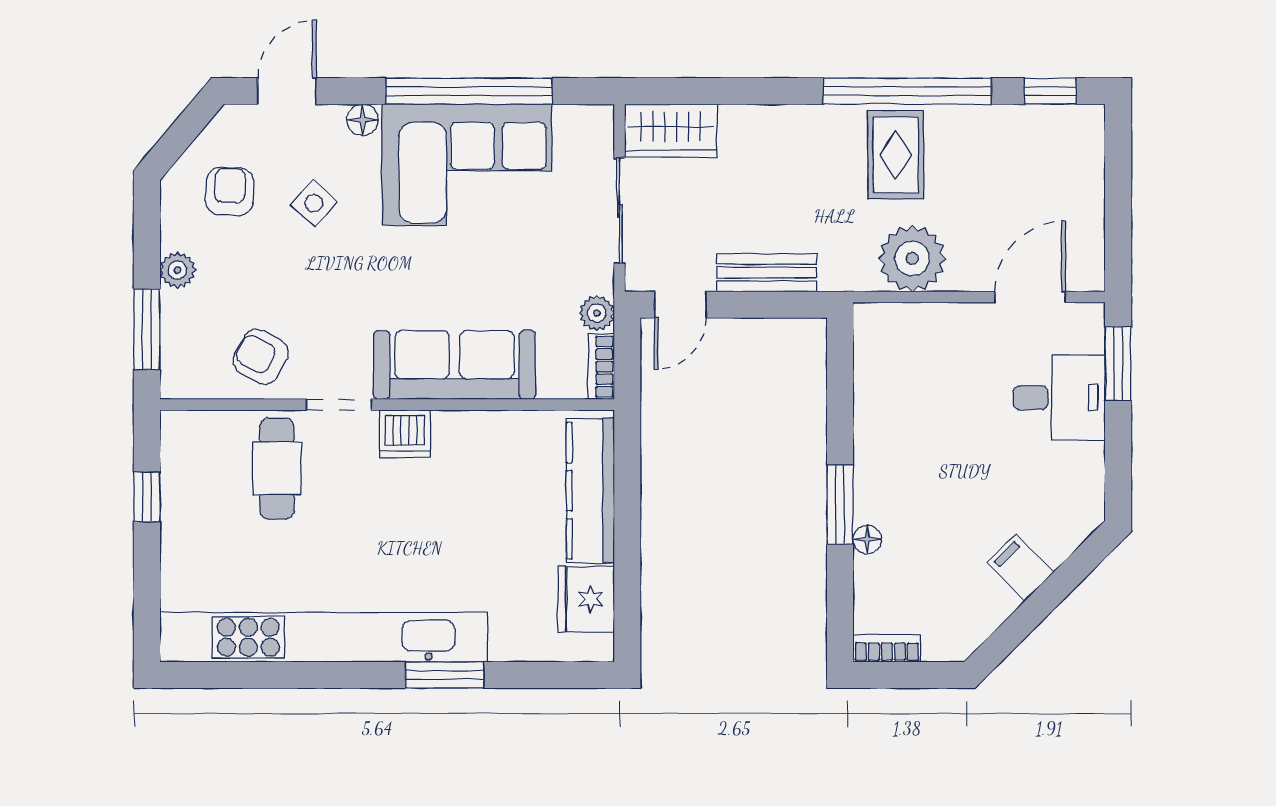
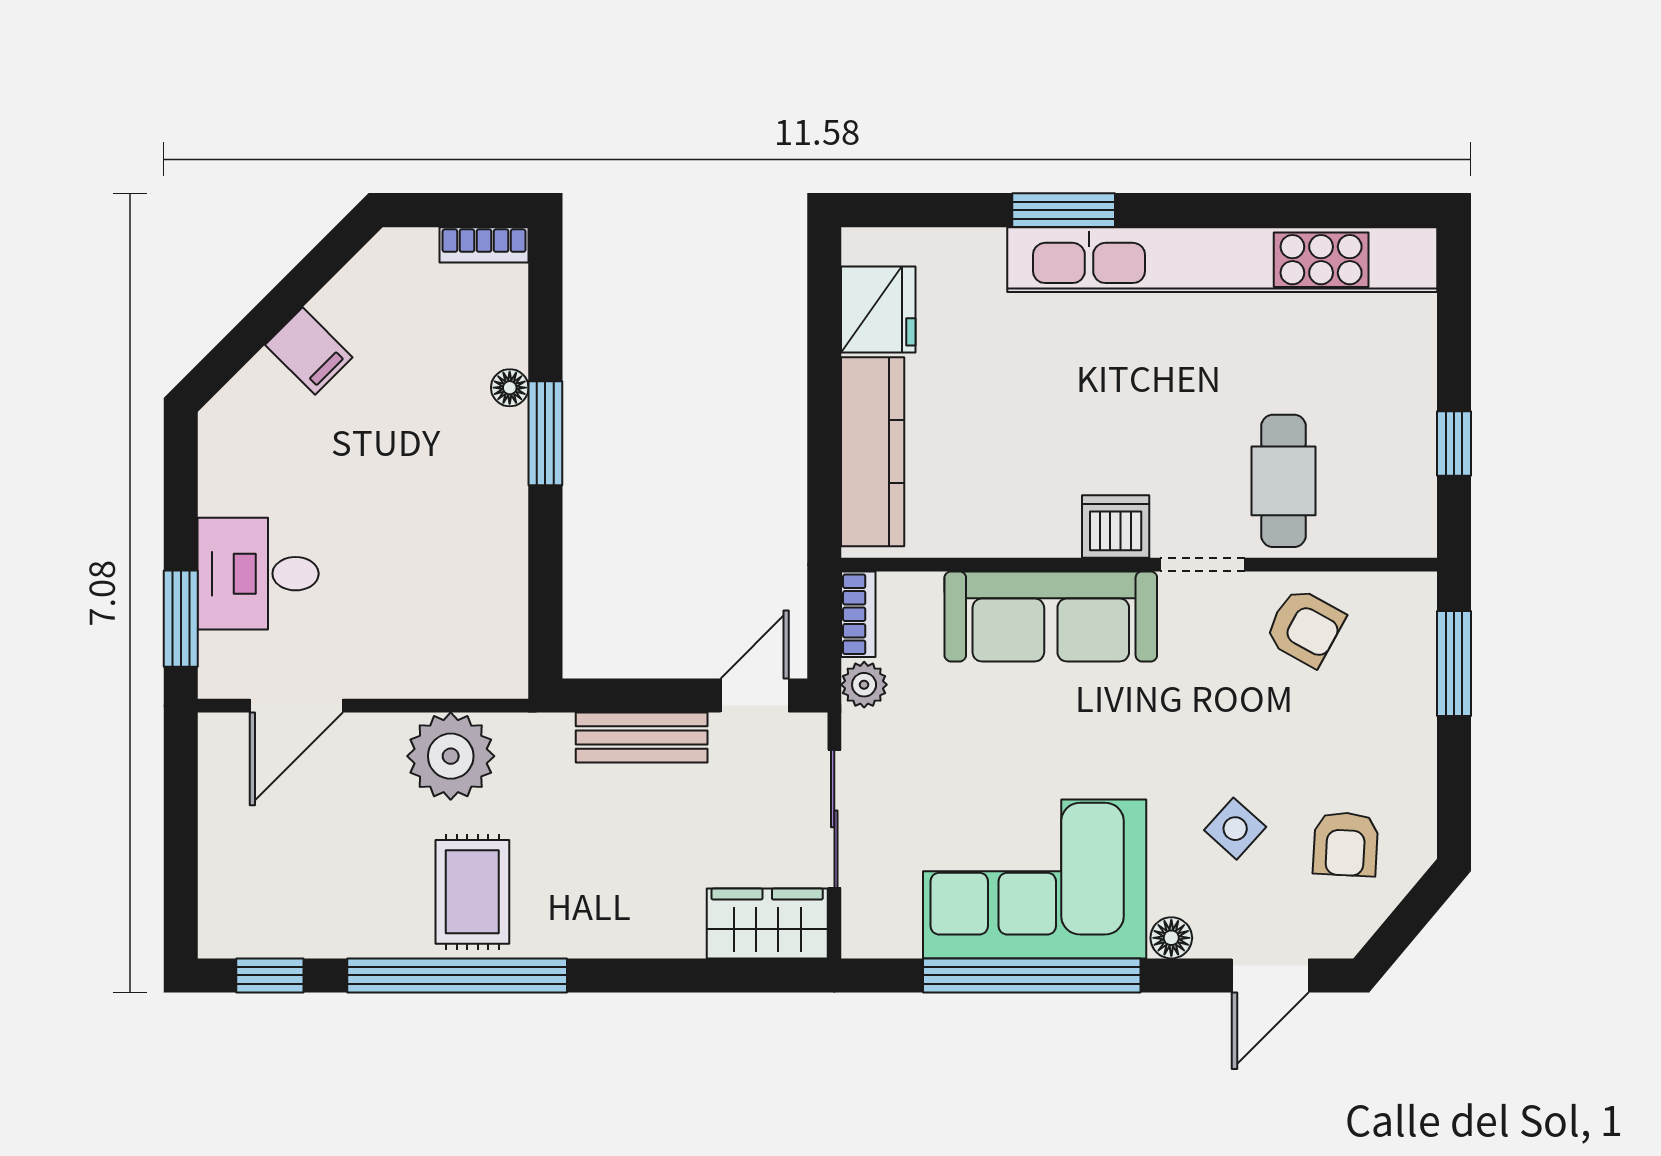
plant: (177, 270) -> (1414, 741), removed

